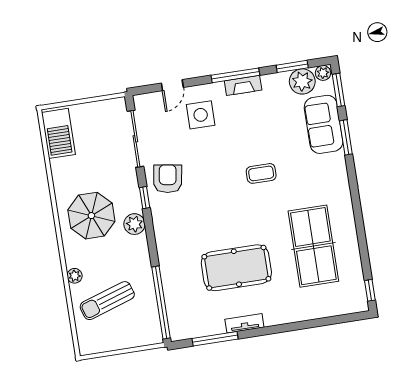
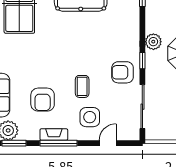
armchair: (264, 128) -> (43, 100), added
coffee table: (261, 173) -> (82, 86), moved, turned 90
armchair: (168, 179) -> (123, 72), turned 81

